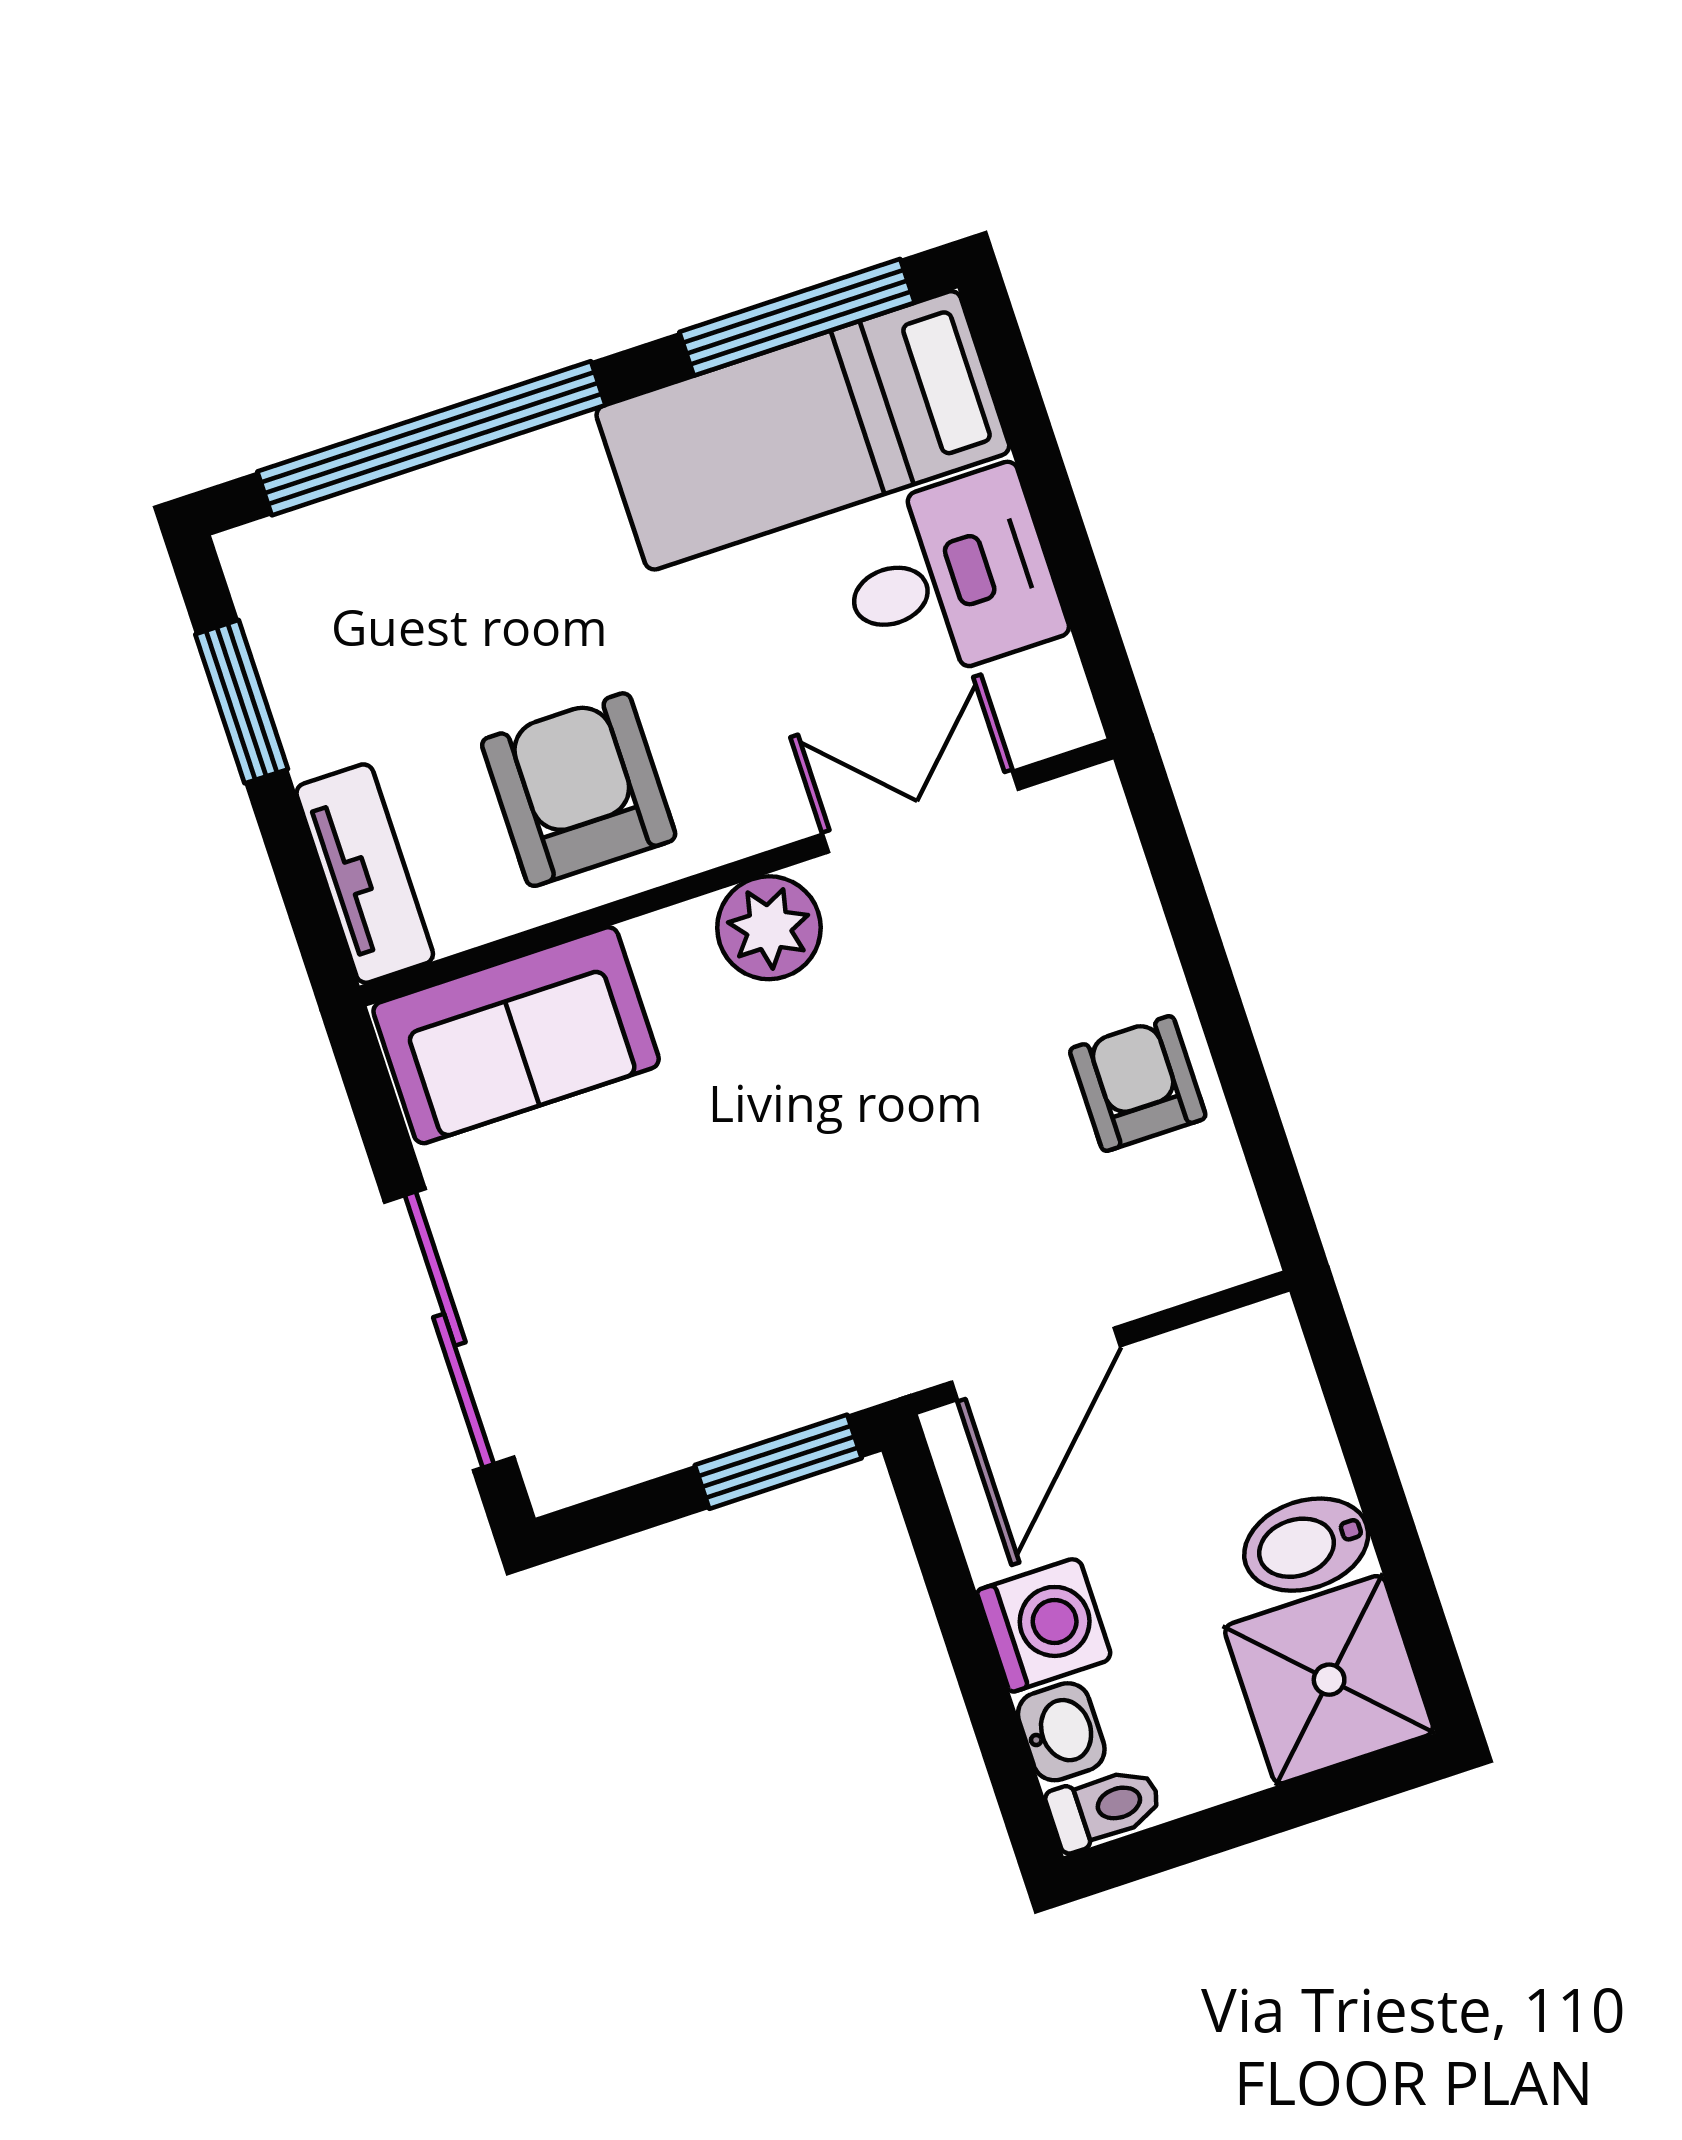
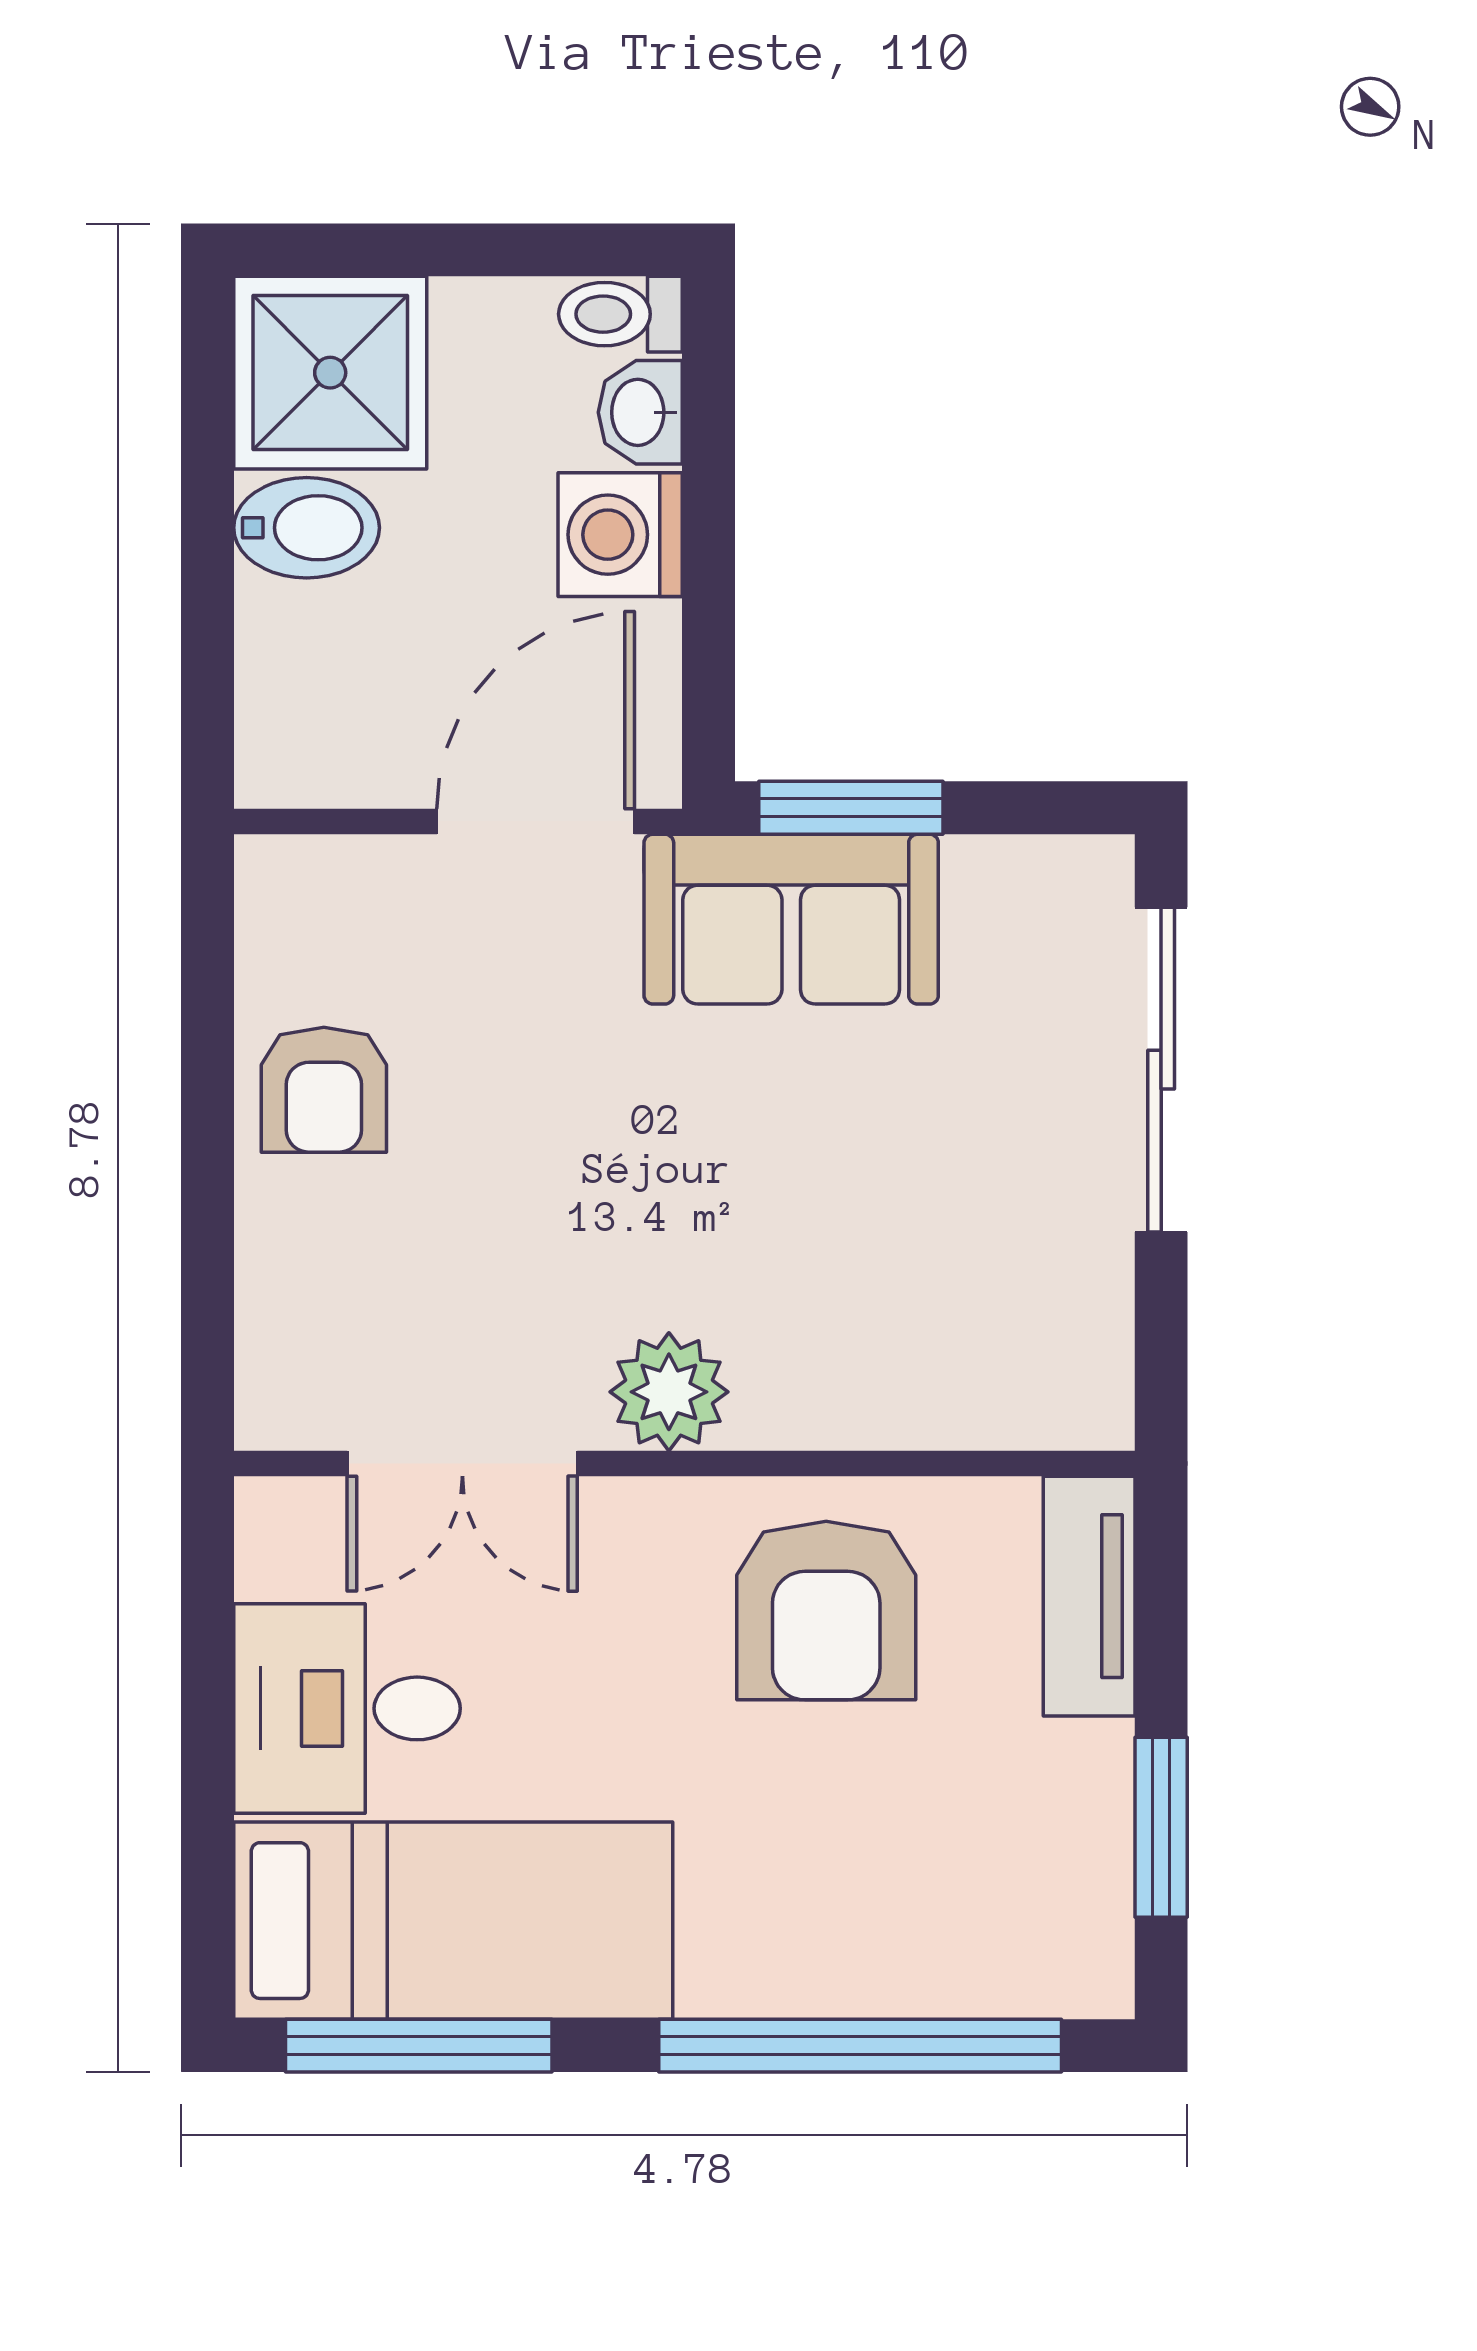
sofa: (516, 1035) -> (791, 919), moved, turned 180

